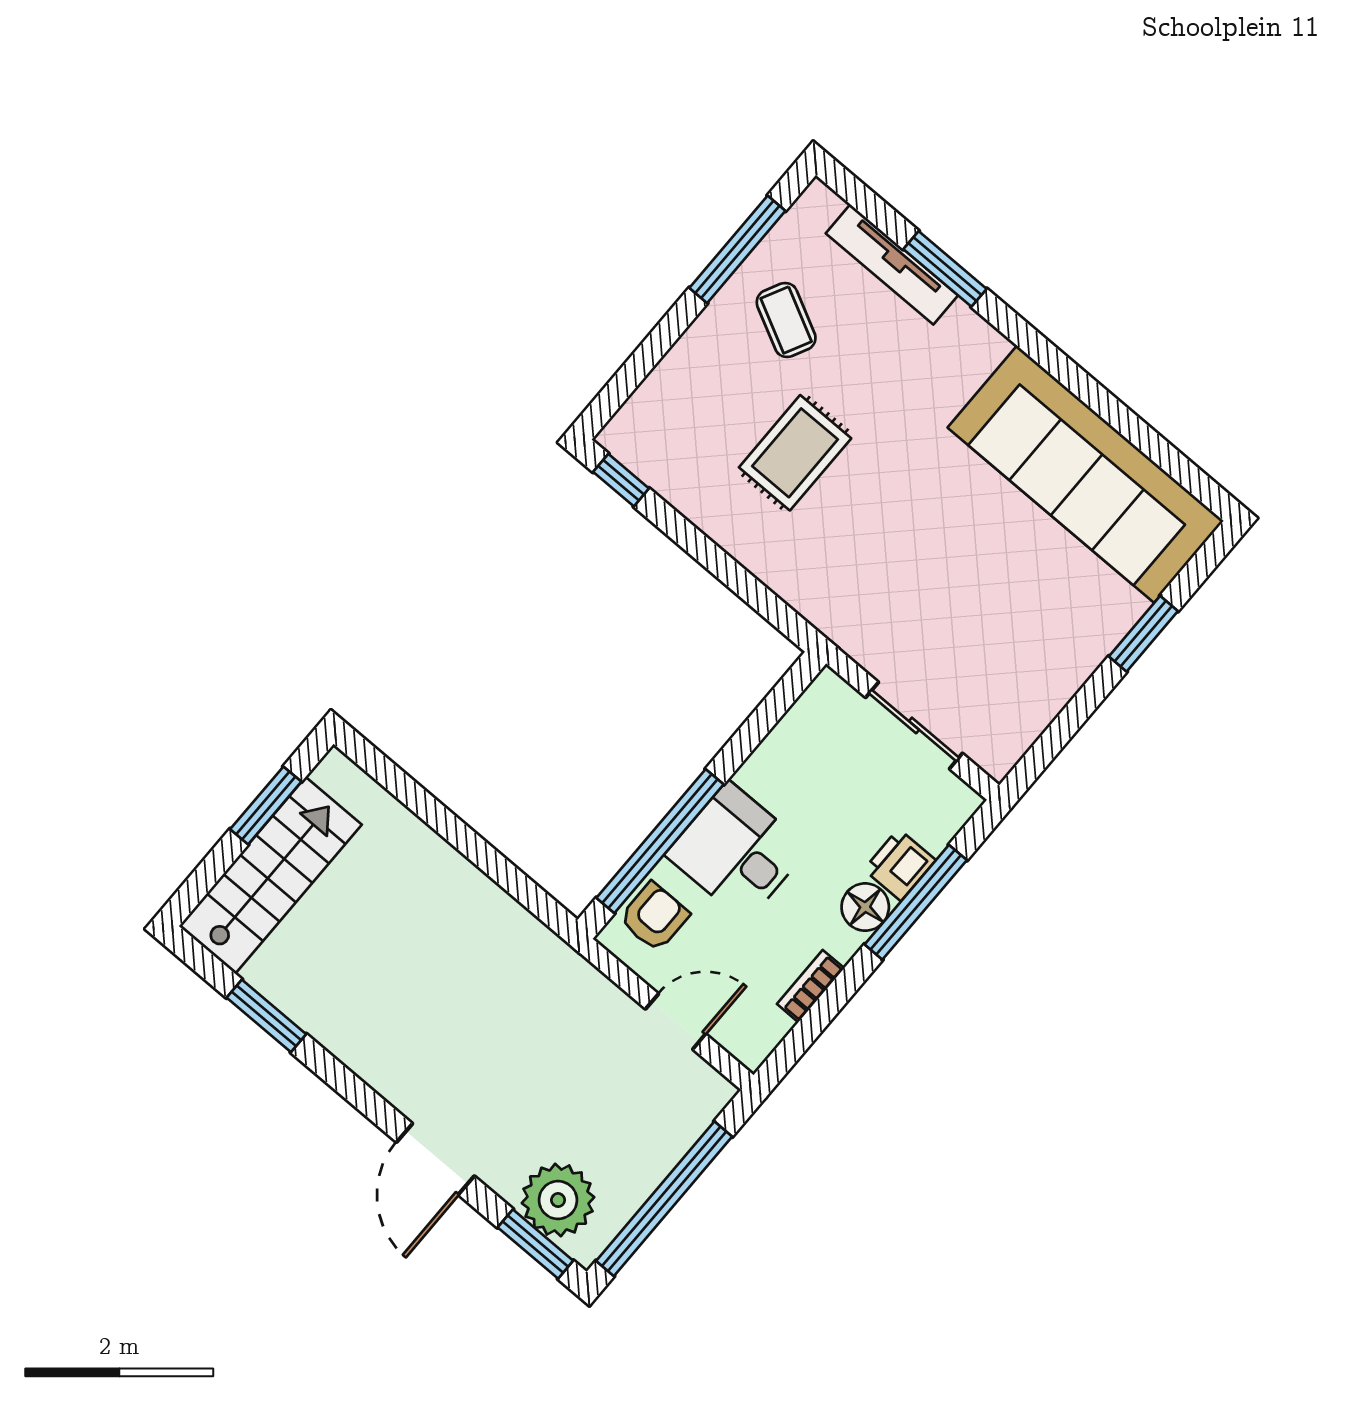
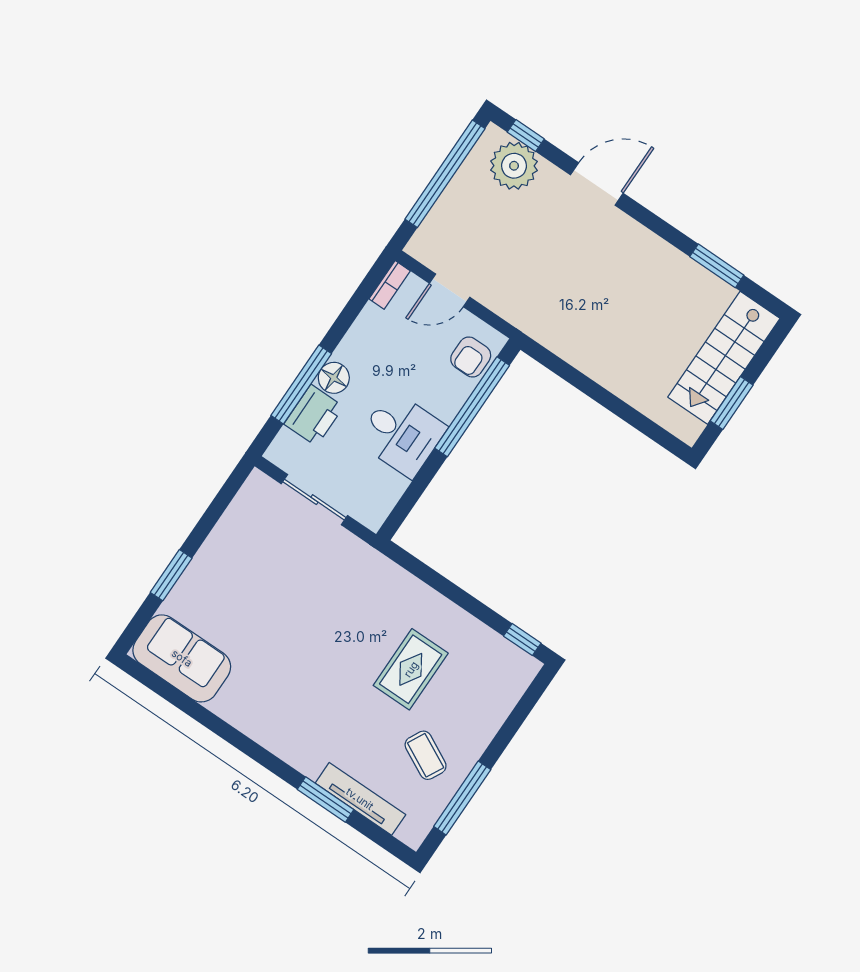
sofa: (1086, 474) -> (182, 658), width x0.54, depth x0.79
desk: (737, 852) -> (402, 434), moved
printer: (900, 865) -> (314, 415), width x1.36, depth x1.24
bookcase: (811, 986) -> (390, 285), moved
door: (435, 1159) -> (597, 184), hinge flipped
window: (535, 1244) -> (526, 136), width x0.67

